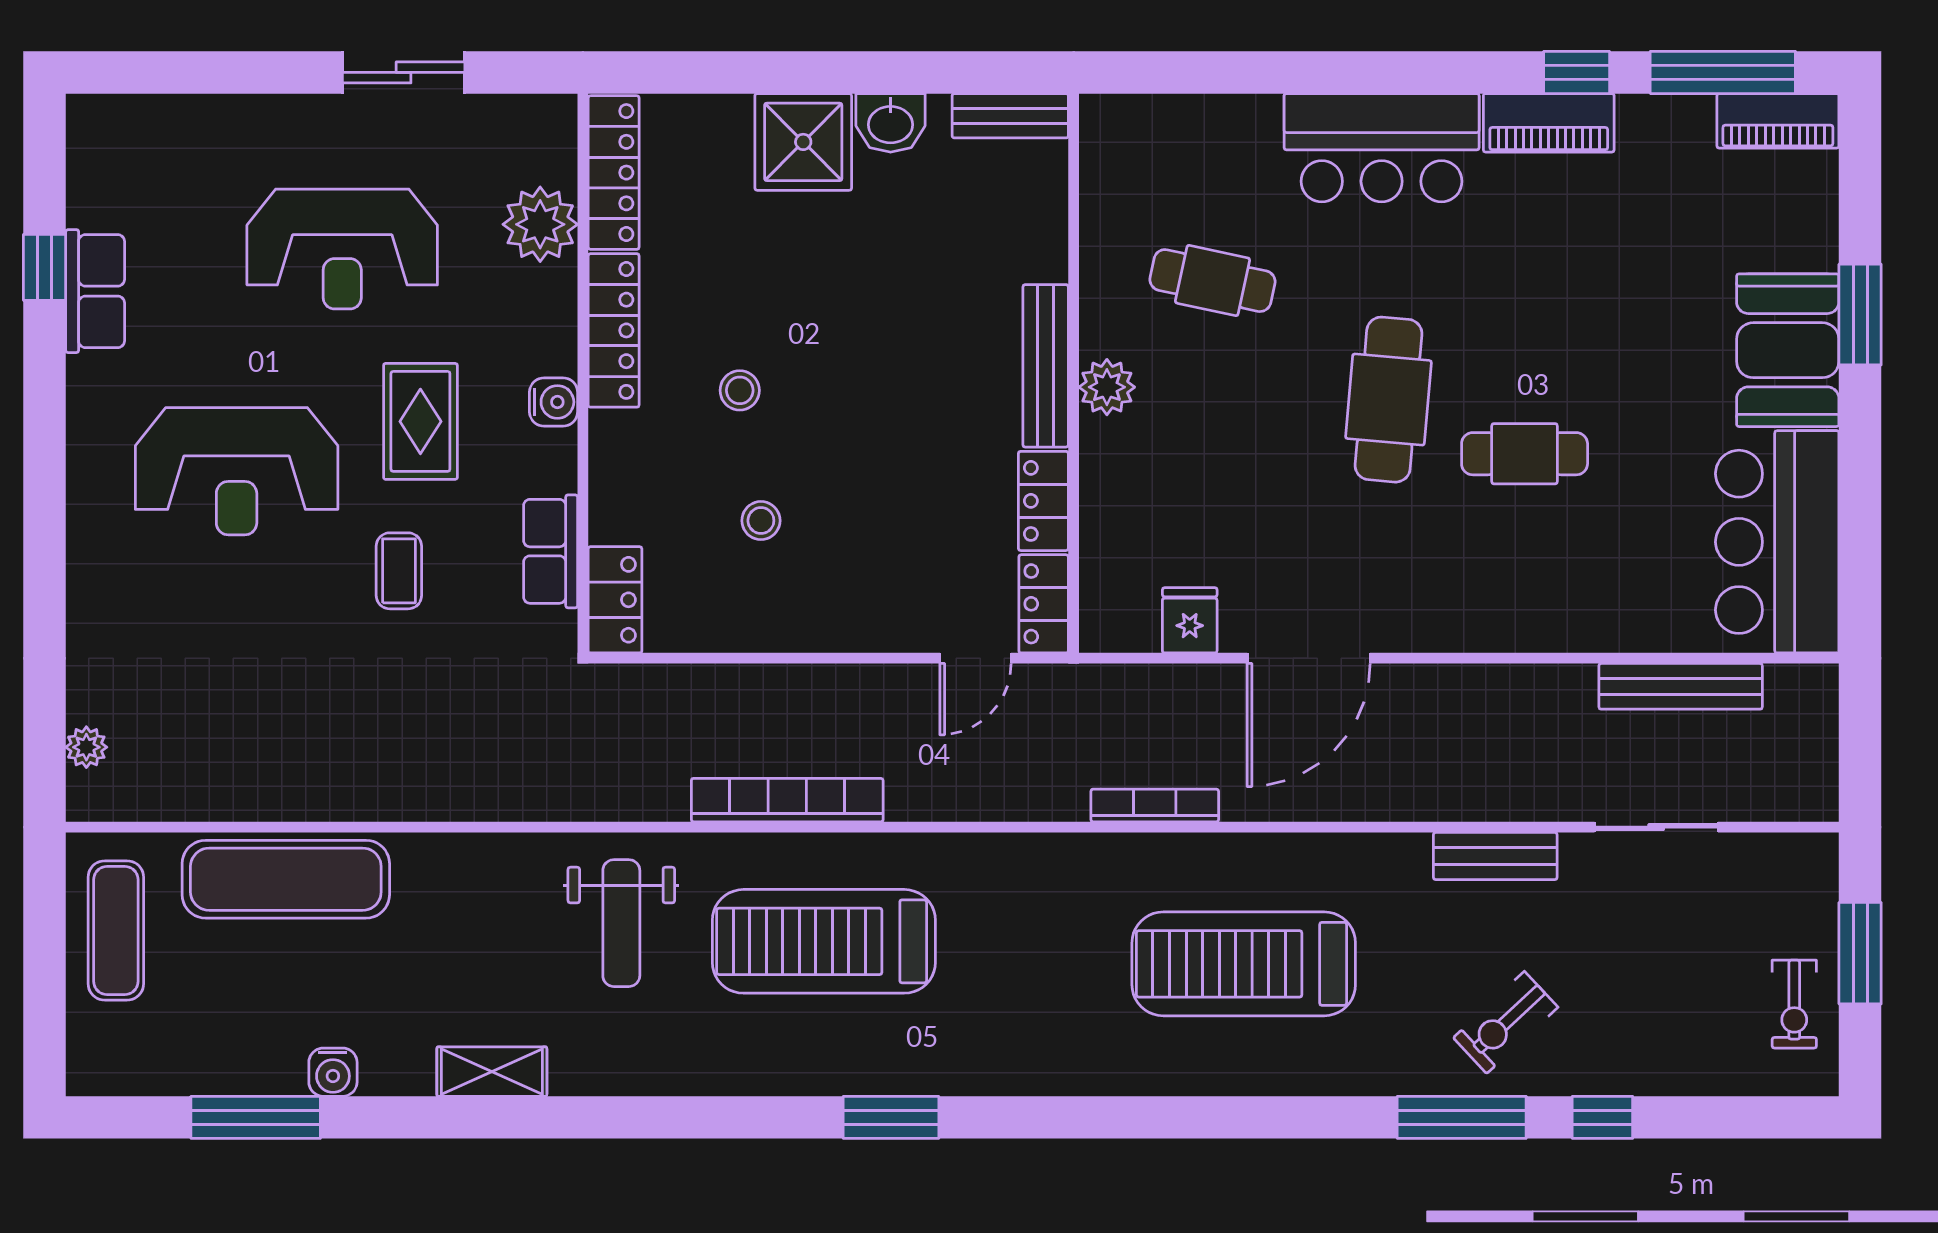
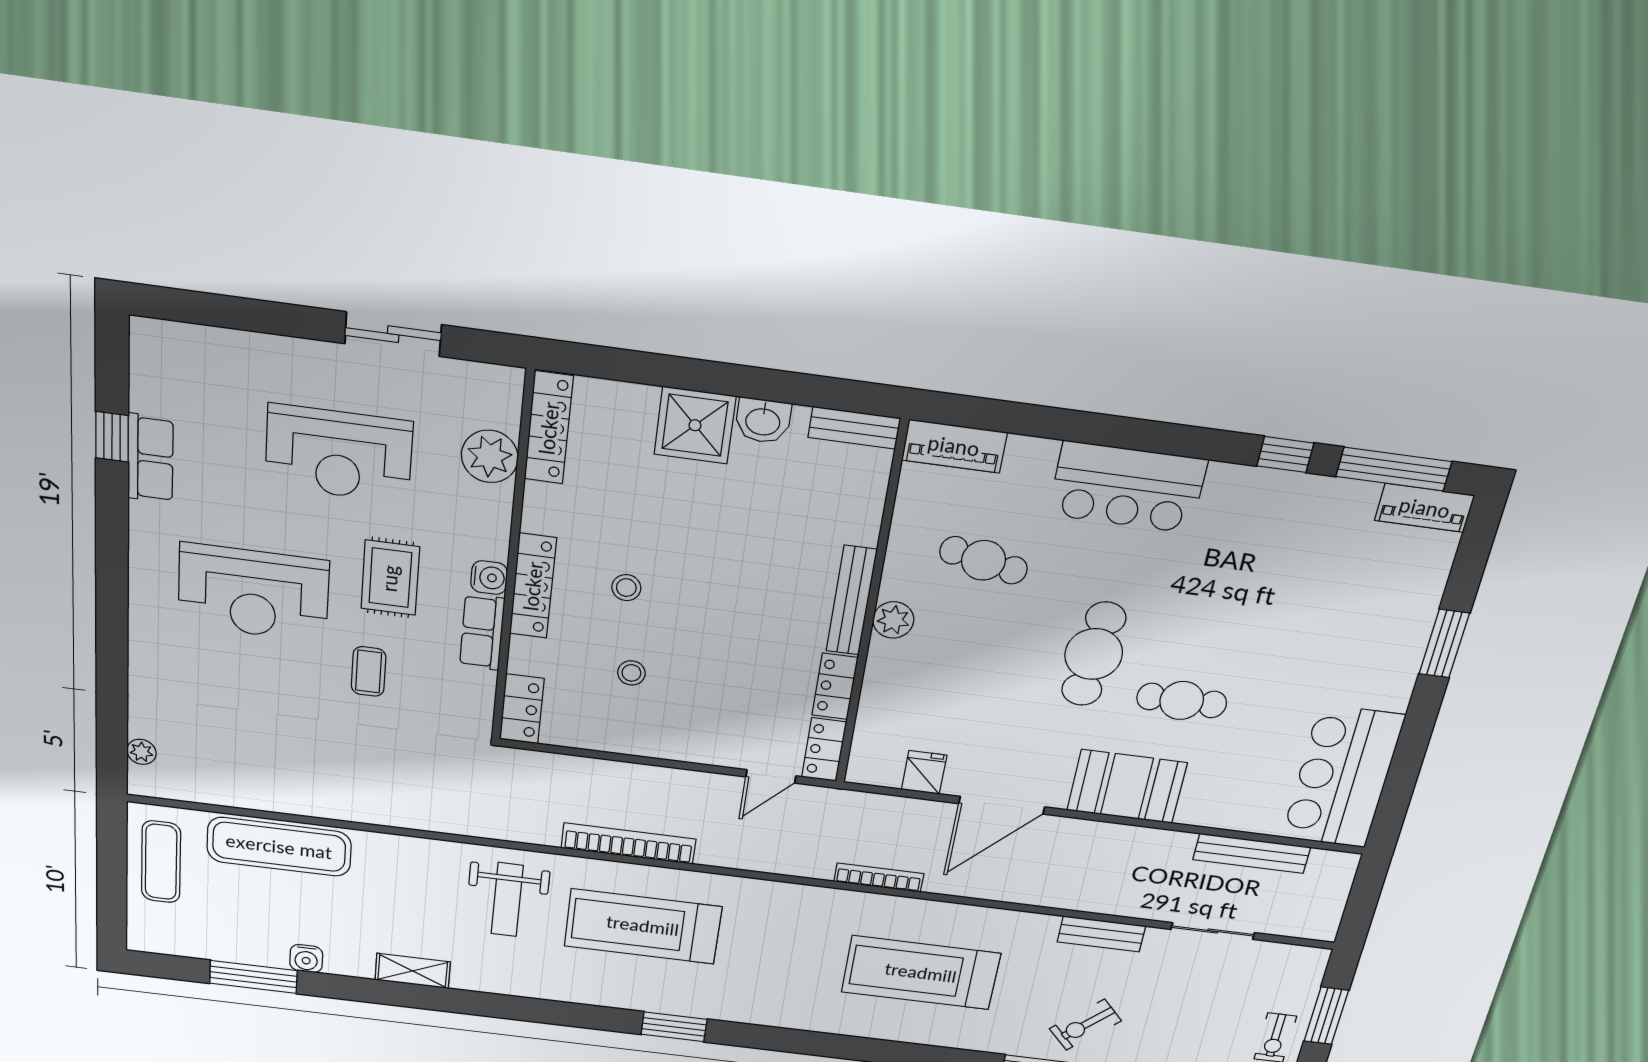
piano: (1549, 123) -> (954, 446), moved
locker: (614, 330) -> (533, 586), moved
booth: (1788, 350) -> (1127, 787), moved, turned 90
row of seats: (551, 551) -> (482, 632), moved

